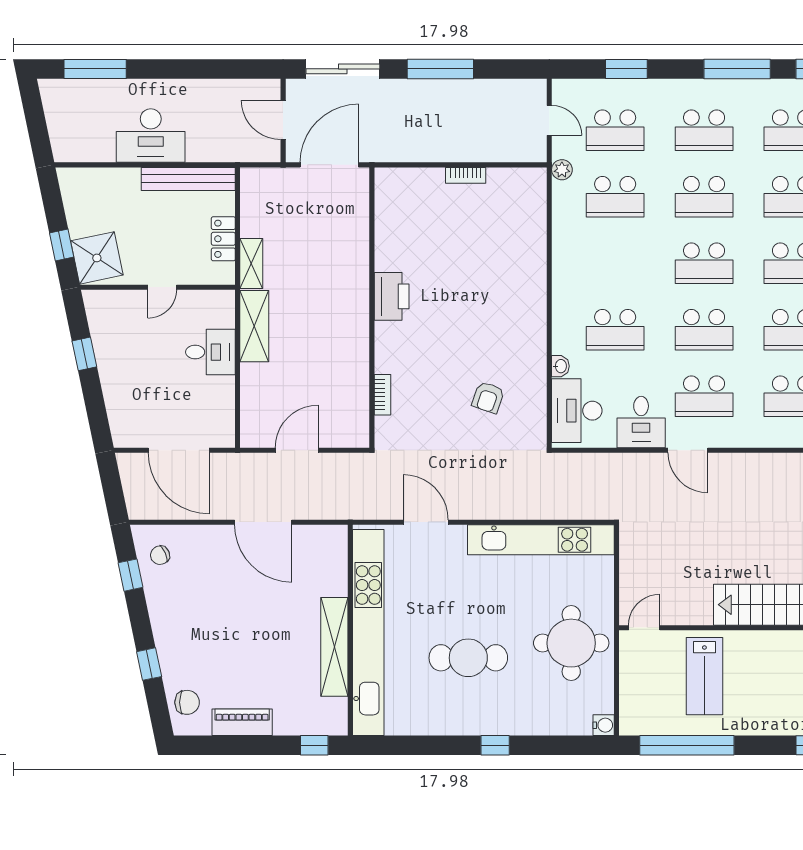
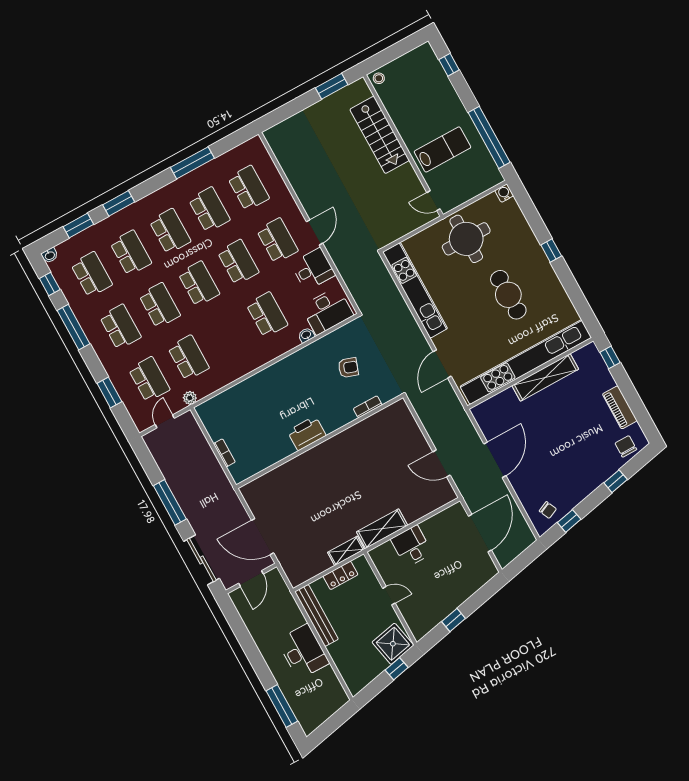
printer: (392, 296) -> (307, 433), moved
wall: (372, 308) -> (320, 441), moved
bookcase: (382, 395) -> (368, 407), moved

